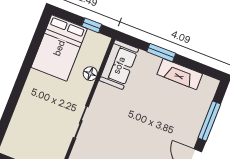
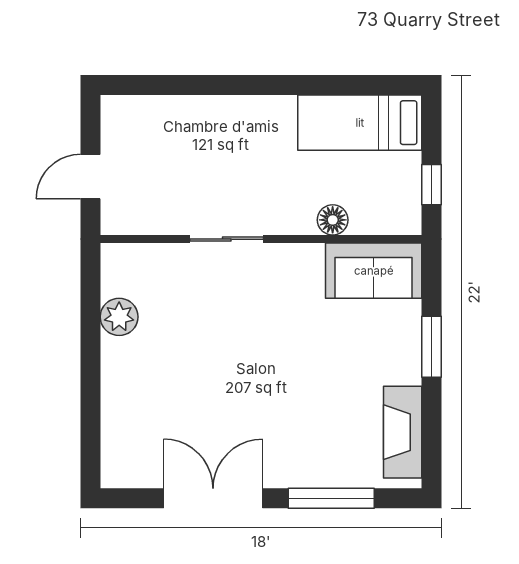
bed: (59, 48) -> (360, 123), width x0.67
fireplace: (180, 74) -> (403, 432), moved

